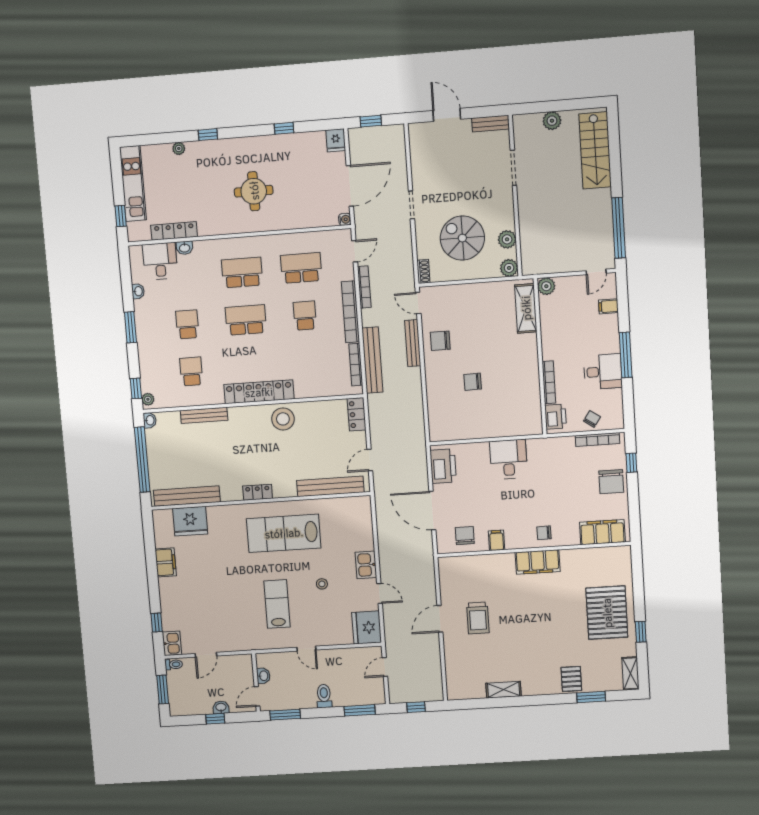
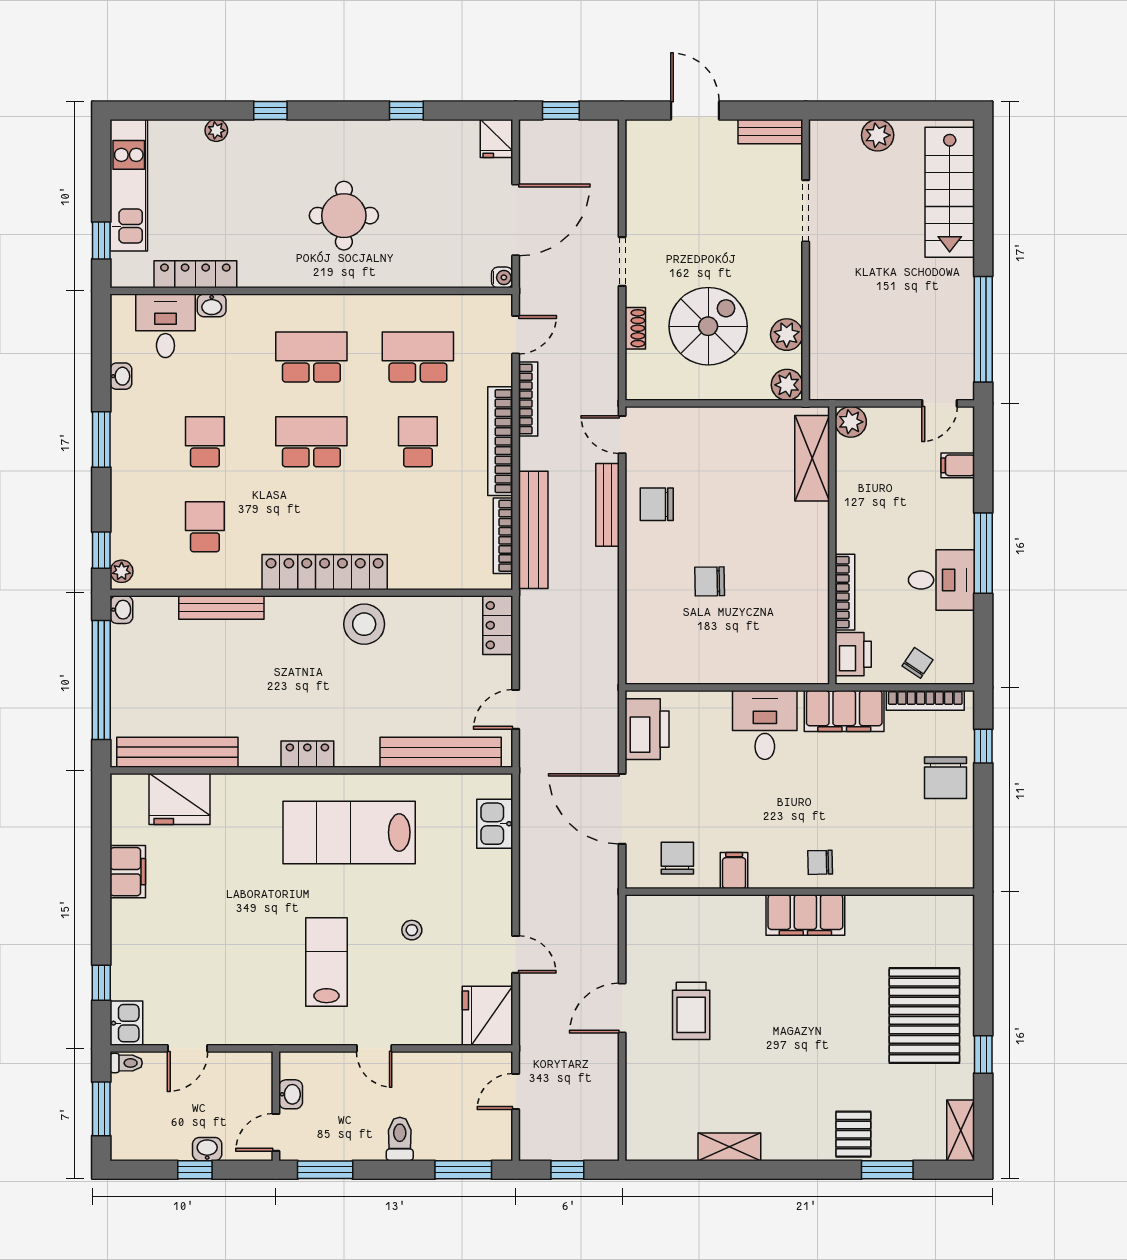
spiral stairs: (462, 238) -> (708, 326), turned 90
shoe rack: (423, 271) -> (635, 328), moved
filing cabinet: (602, 532) -> (844, 711), moved, turned 180
kitchen sink: (366, 565) -> (495, 824), moved

